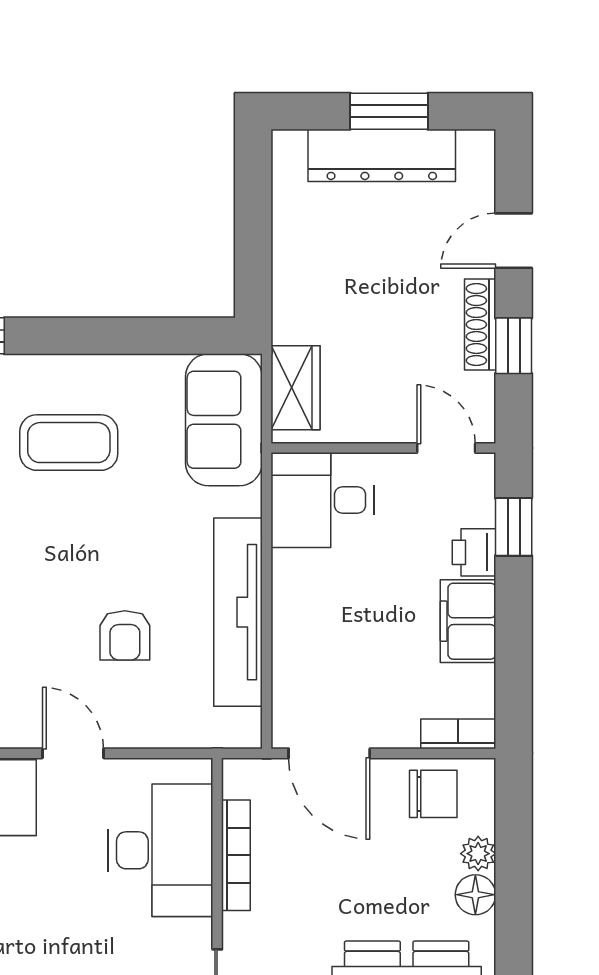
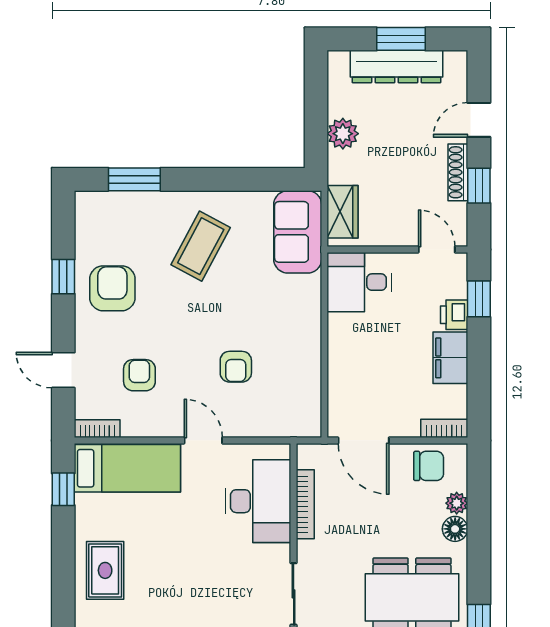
plant: (296, 263) -> (343, 134), added
coffee table: (69, 443) -> (201, 246), turned -62
tv unit: (238, 612) -> (307, 352), removed

